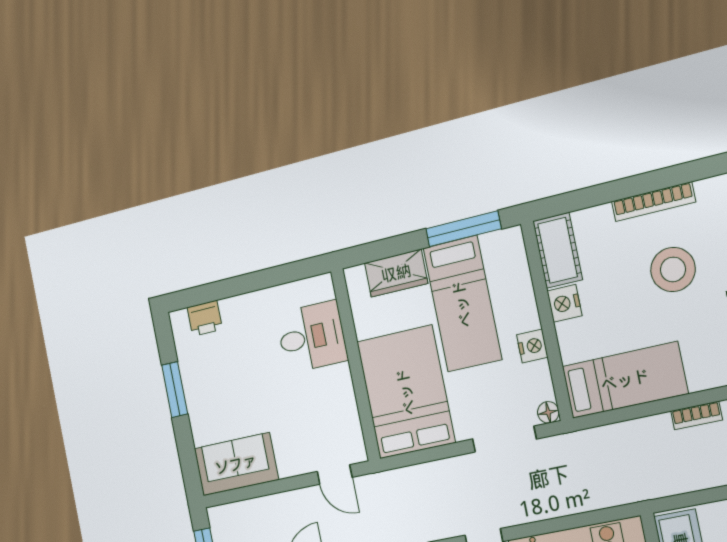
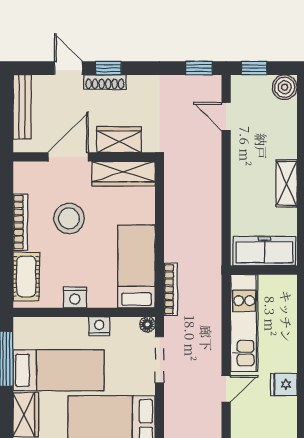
cot: (558, 250) -> (26, 277), moved, turned 90
bookcase: (697, 415) -> (171, 289), moved, width x1.56

